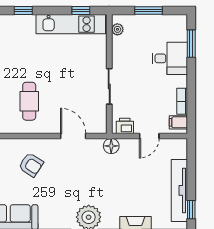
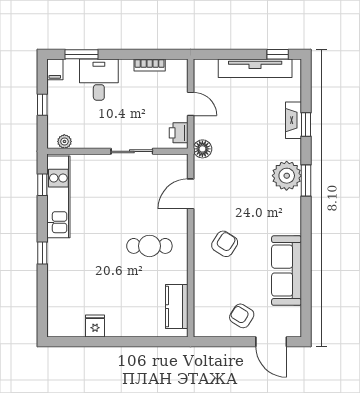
window: (149, 11) -> (42, 105), width x0.67
filing cabinet: (178, 122) -> (55, 69), moved

